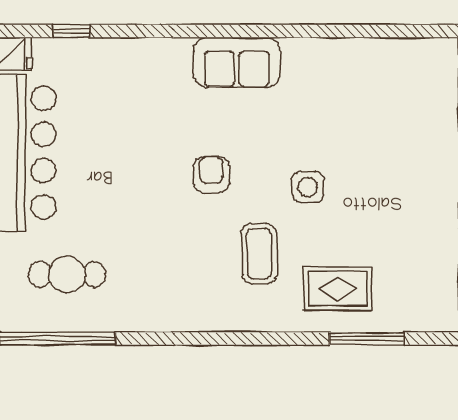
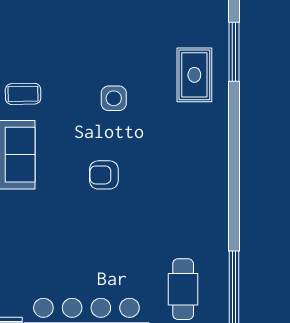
coffee table: (259, 254) -> (23, 94), moved, width x0.73, depth x0.77

